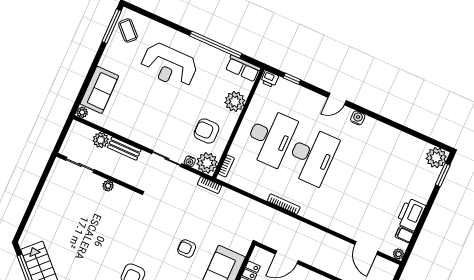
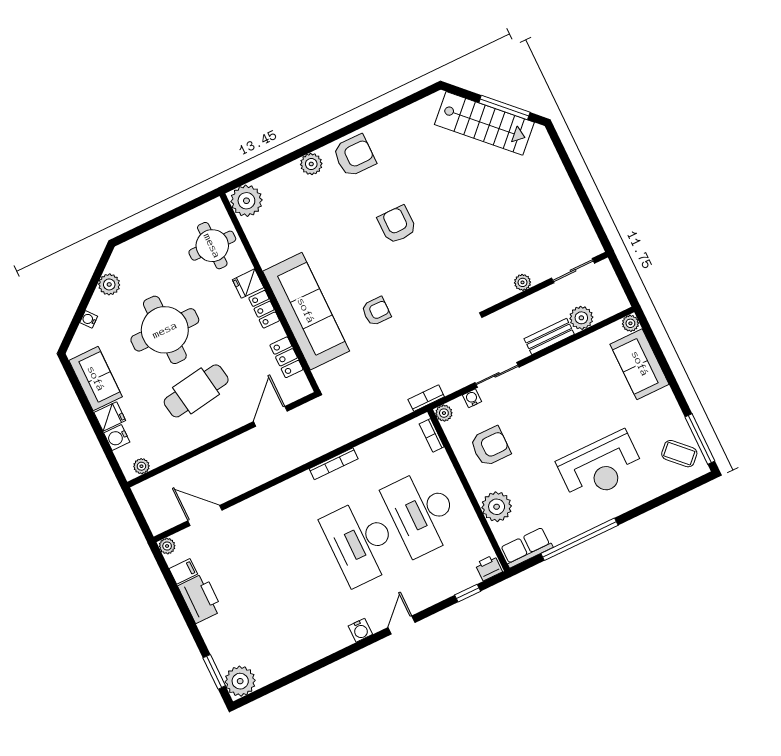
reception desk: (169, 65) -> (600, 467), turned 180
plant: (207, 163) -> (444, 413), width x0.53, depth x0.53

